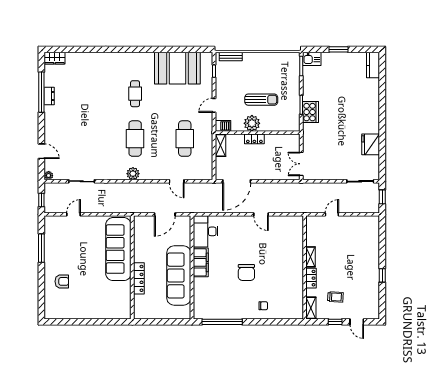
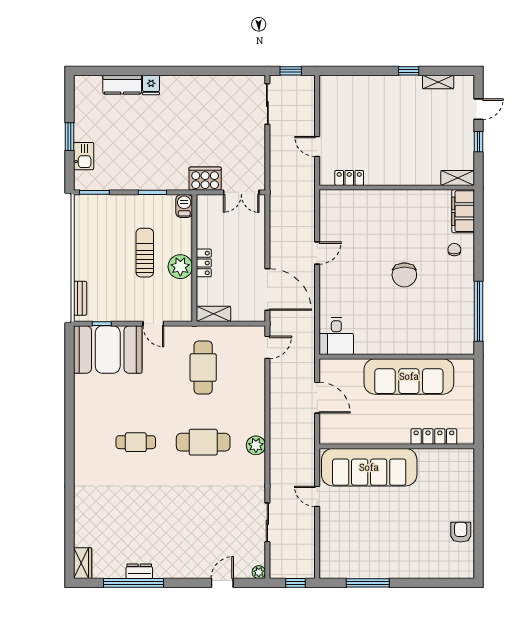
kitchen sink: (312, 59) -> (84, 156), moved
kitchen counter: (373, 65) -> (122, 85), moved
booth: (177, 68) -> (108, 349), moved, turned 90
cooker: (310, 112) -> (205, 179), moved
barbecue: (223, 126) -> (184, 206), moved
cafe table: (185, 139) -> (203, 368), turned 90
fridge: (371, 144) -> (151, 85), moved, width x0.53, depth x0.75
door: (177, 181) -> (267, 347), moved
door: (74, 214) -> (317, 496), moved
desk: (206, 231) -> (336, 336), width x0.73
shelving: (311, 257) -> (438, 82), moved
filing cabinet: (201, 262) -> (463, 211), moved, turned -90
chair: (246, 272) -> (404, 275), turned 90
locker: (139, 278) -> (434, 436), moved
locker: (311, 278) -> (349, 178), moved
armchair: (62, 281) -> (461, 532), moved
trolley: (335, 297) -> (441, 141), removed

